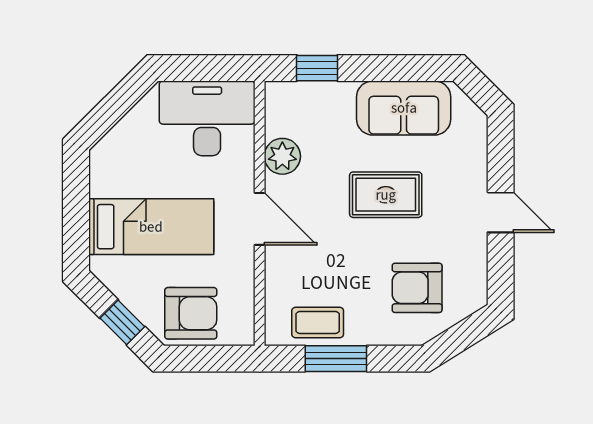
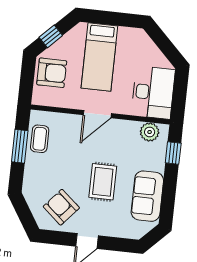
plant: (282, 156) -> (150, 132), moved
armchair: (417, 288) -> (61, 207), moved, turned -49
armchair: (191, 313) -> (52, 73), turned -90

